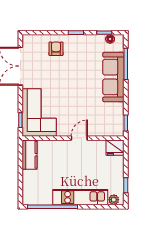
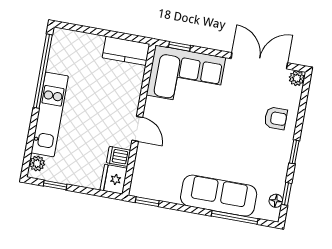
plant: (27, 40) -> (297, 78), added
dishwasher: (100, 147) -> (118, 156), added

